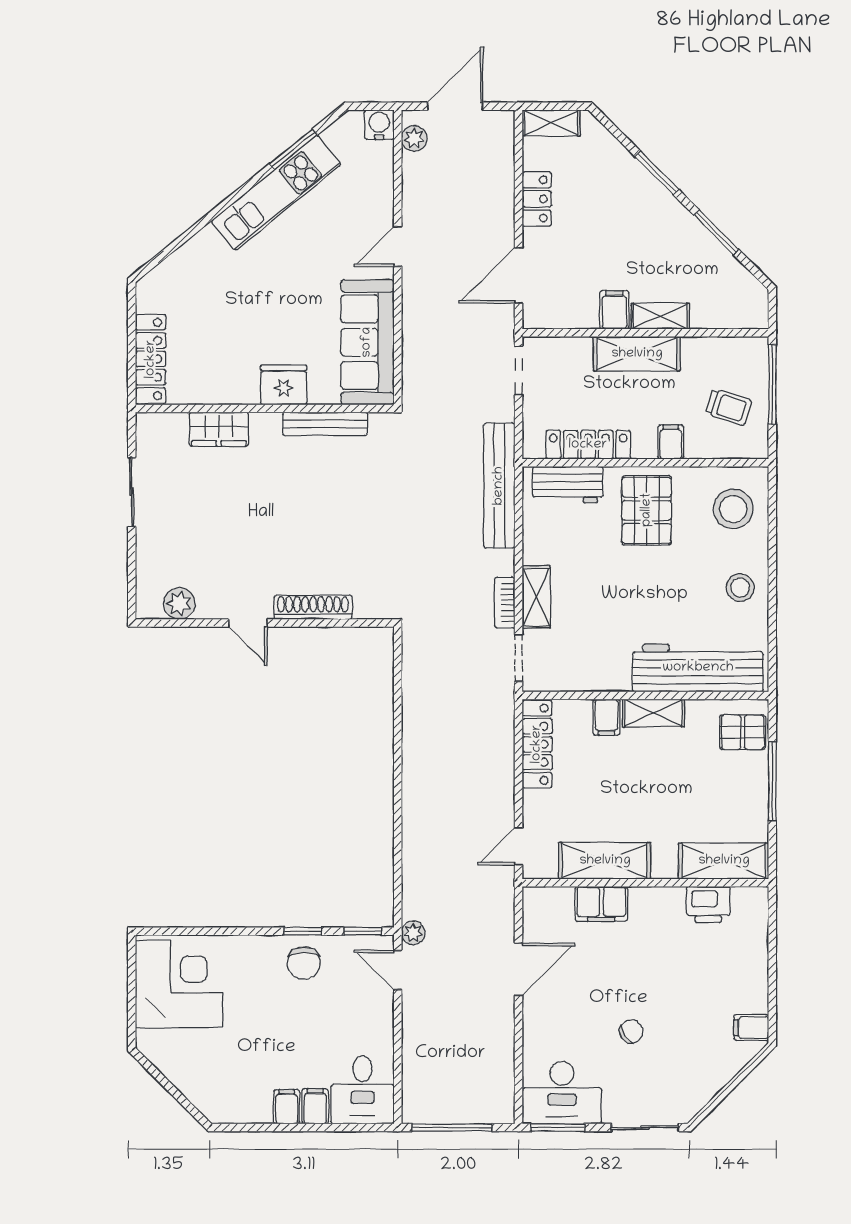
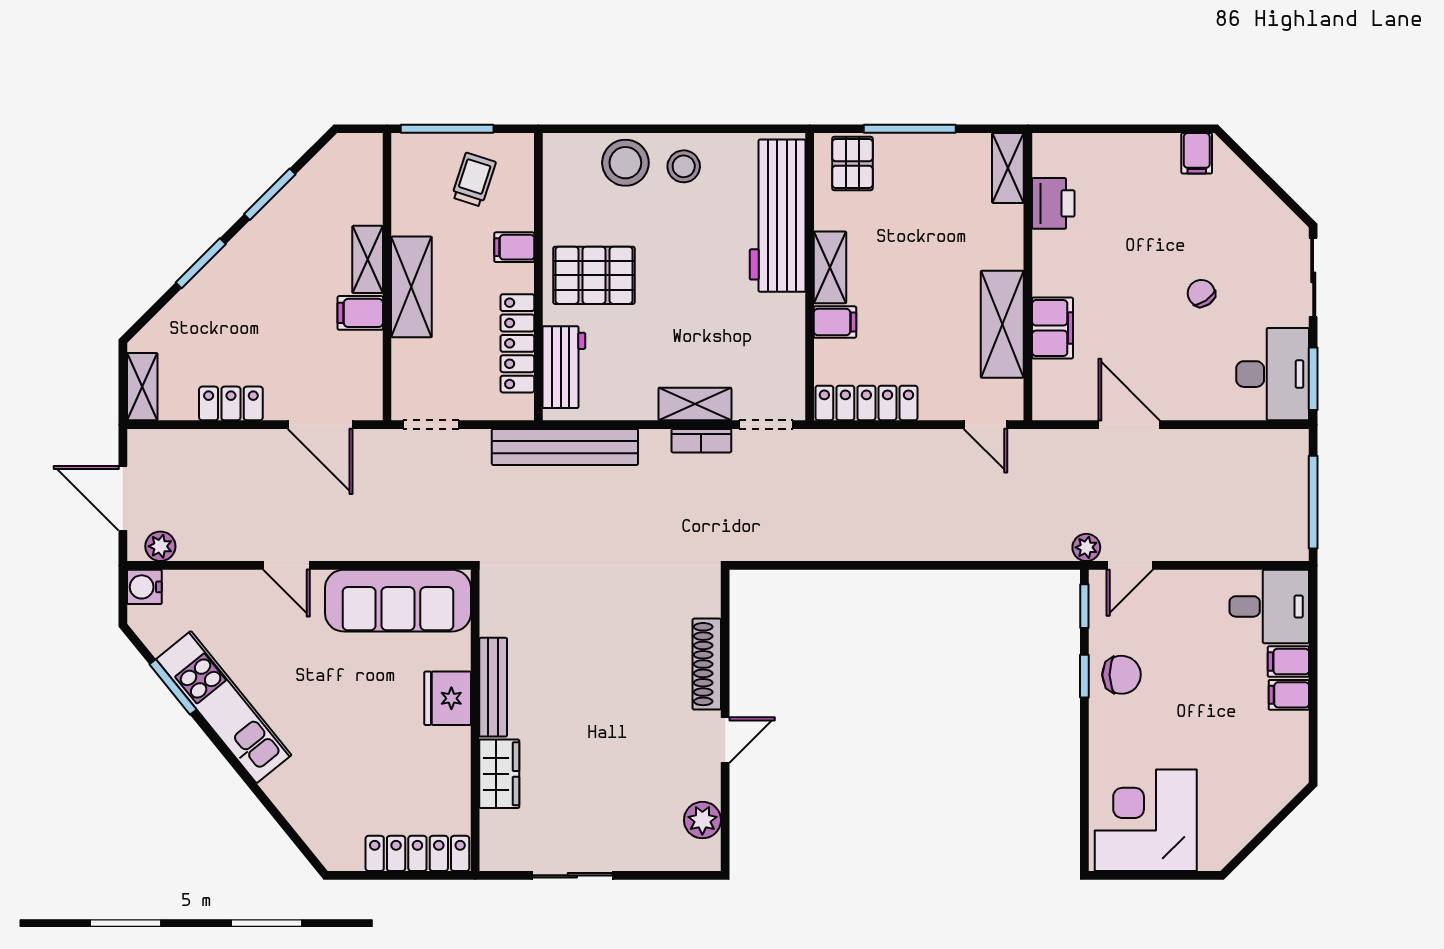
bench: (325, 424) -> (493, 687), moved
stool: (733, 509) -> (625, 163), moved
shelving: (724, 861) -> (1008, 168), width x0.67, depth x0.75

